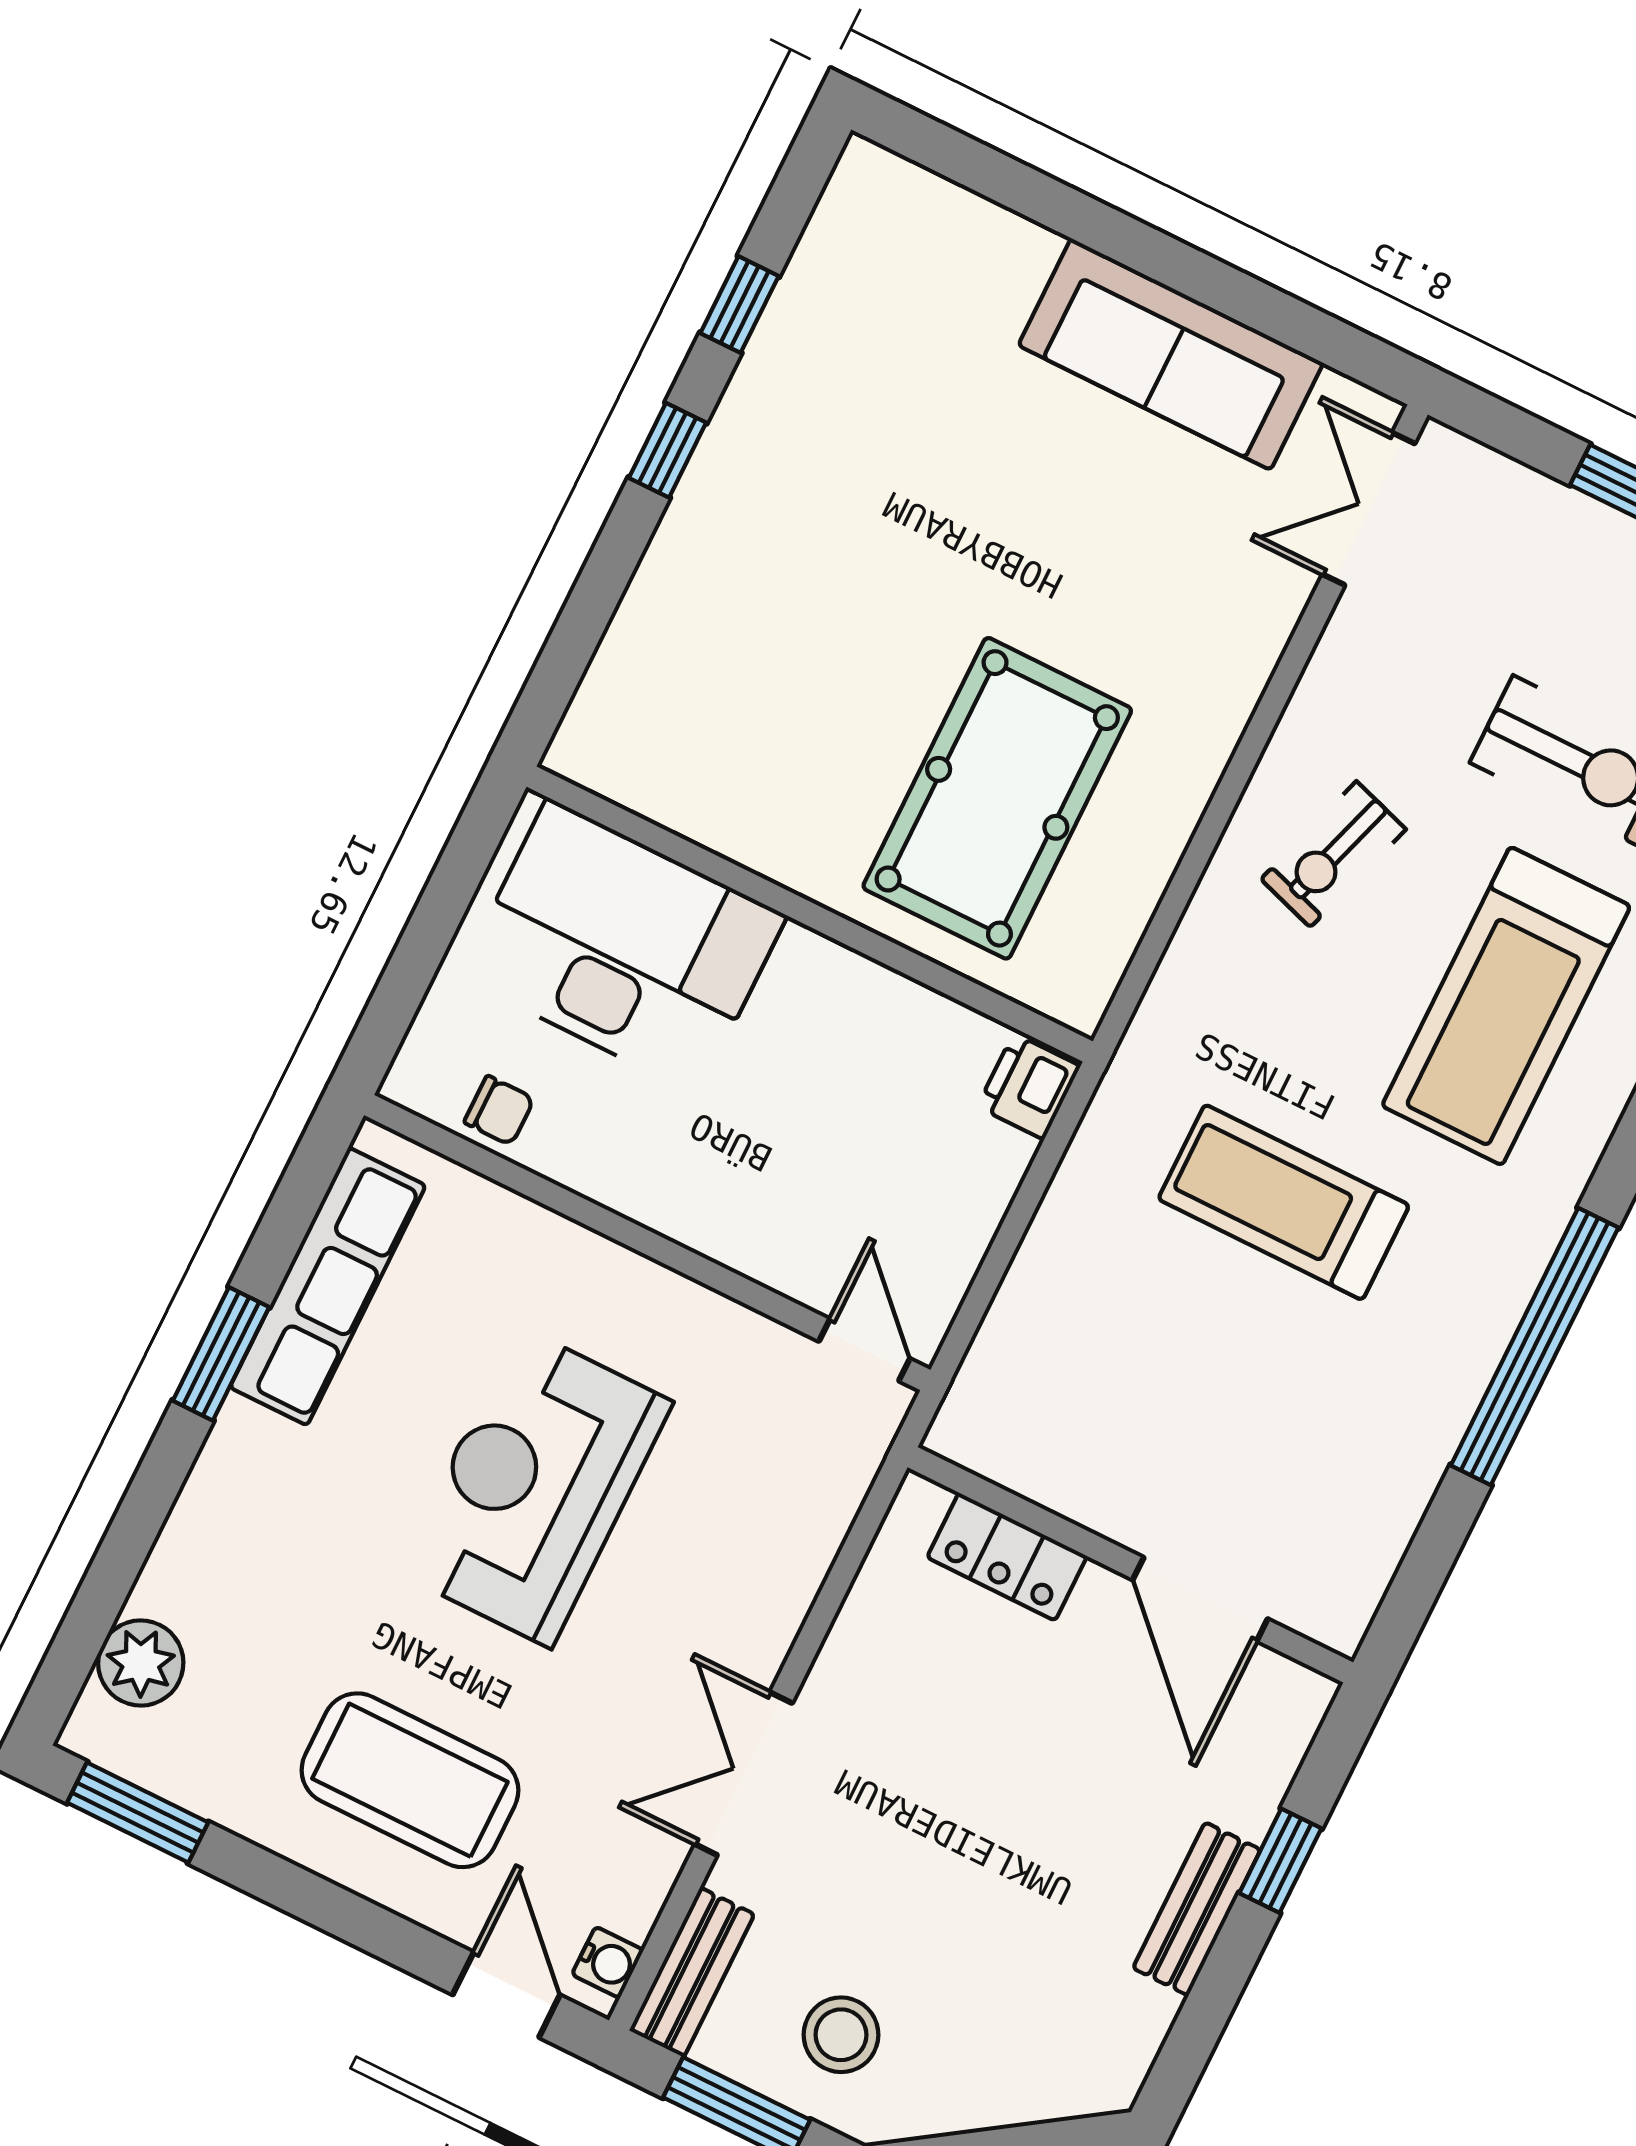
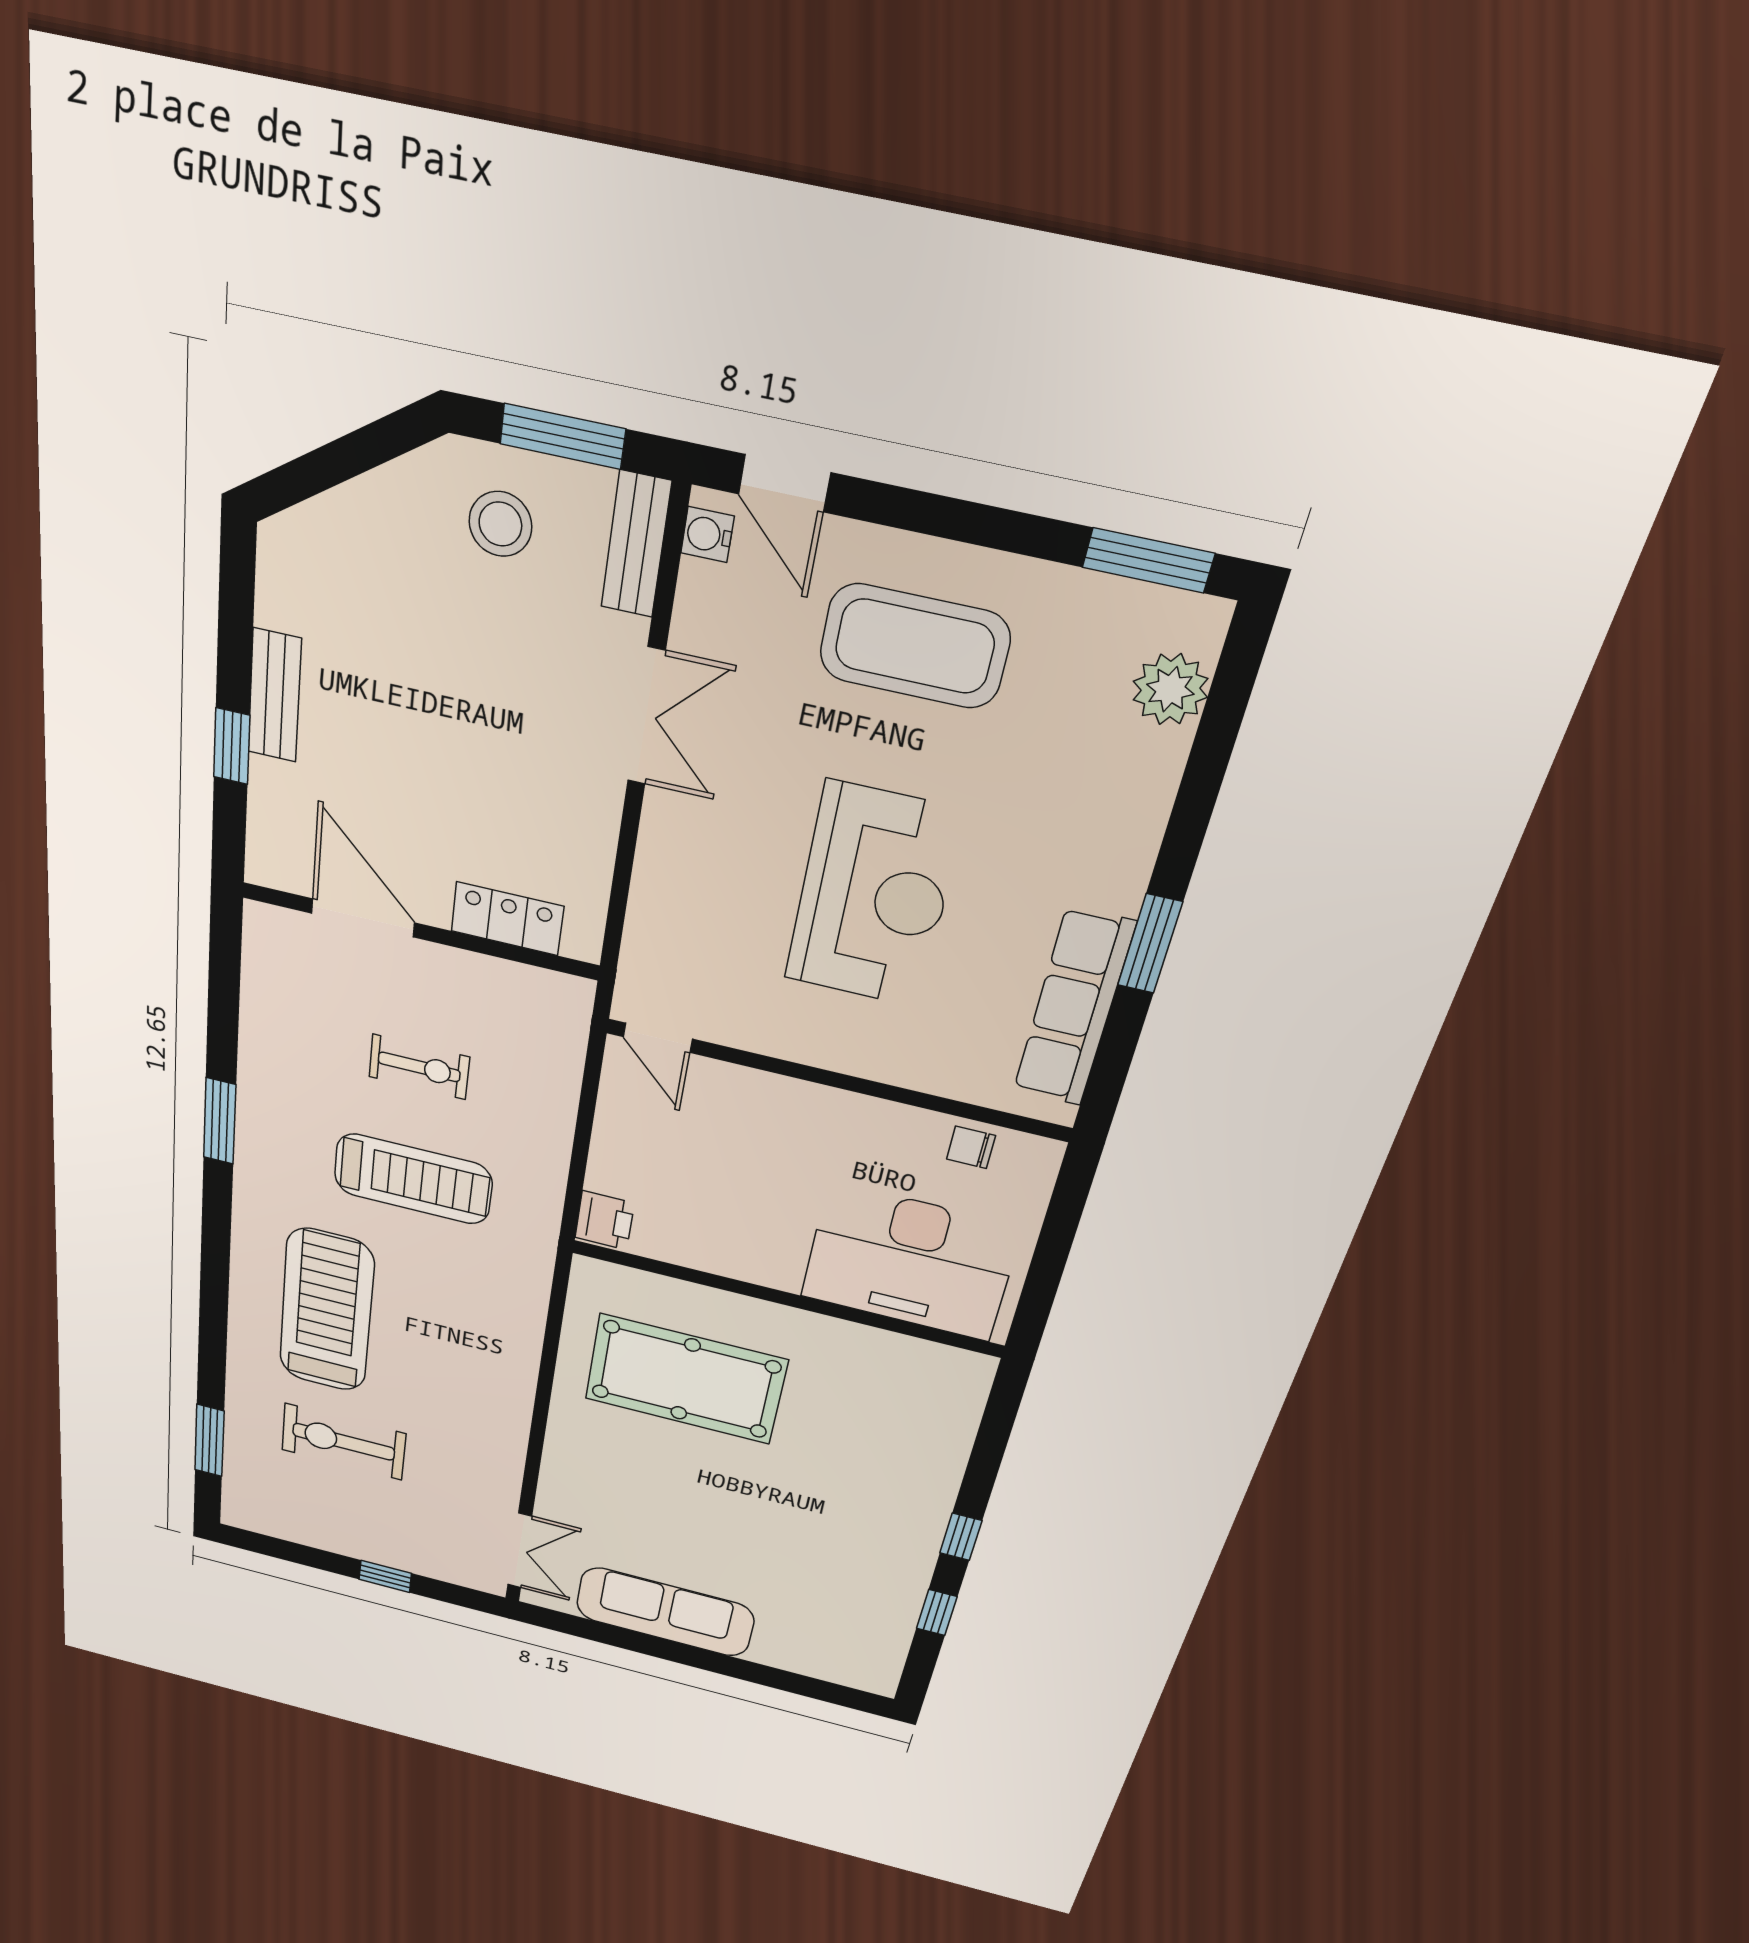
pool table: (997, 798) -> (686, 1379), turned 90
exercise bike: (1333, 854) -> (419, 1067), moved, turned 72
window: (1535, 1347) -> (220, 1121), width x0.47

